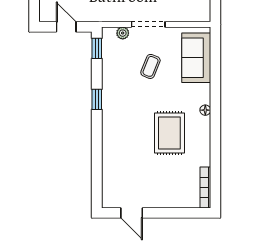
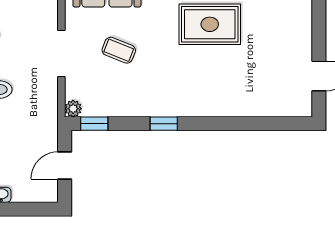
plant: (123, 33) -> (73, 109), moved

